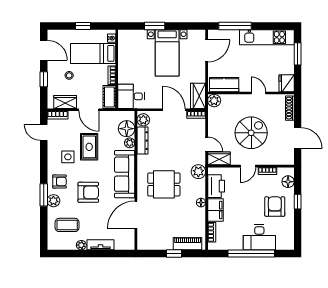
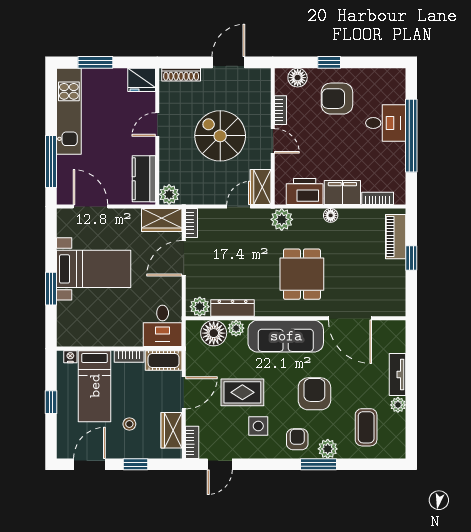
desk: (259, 237) -> (386, 123), width x0.73

